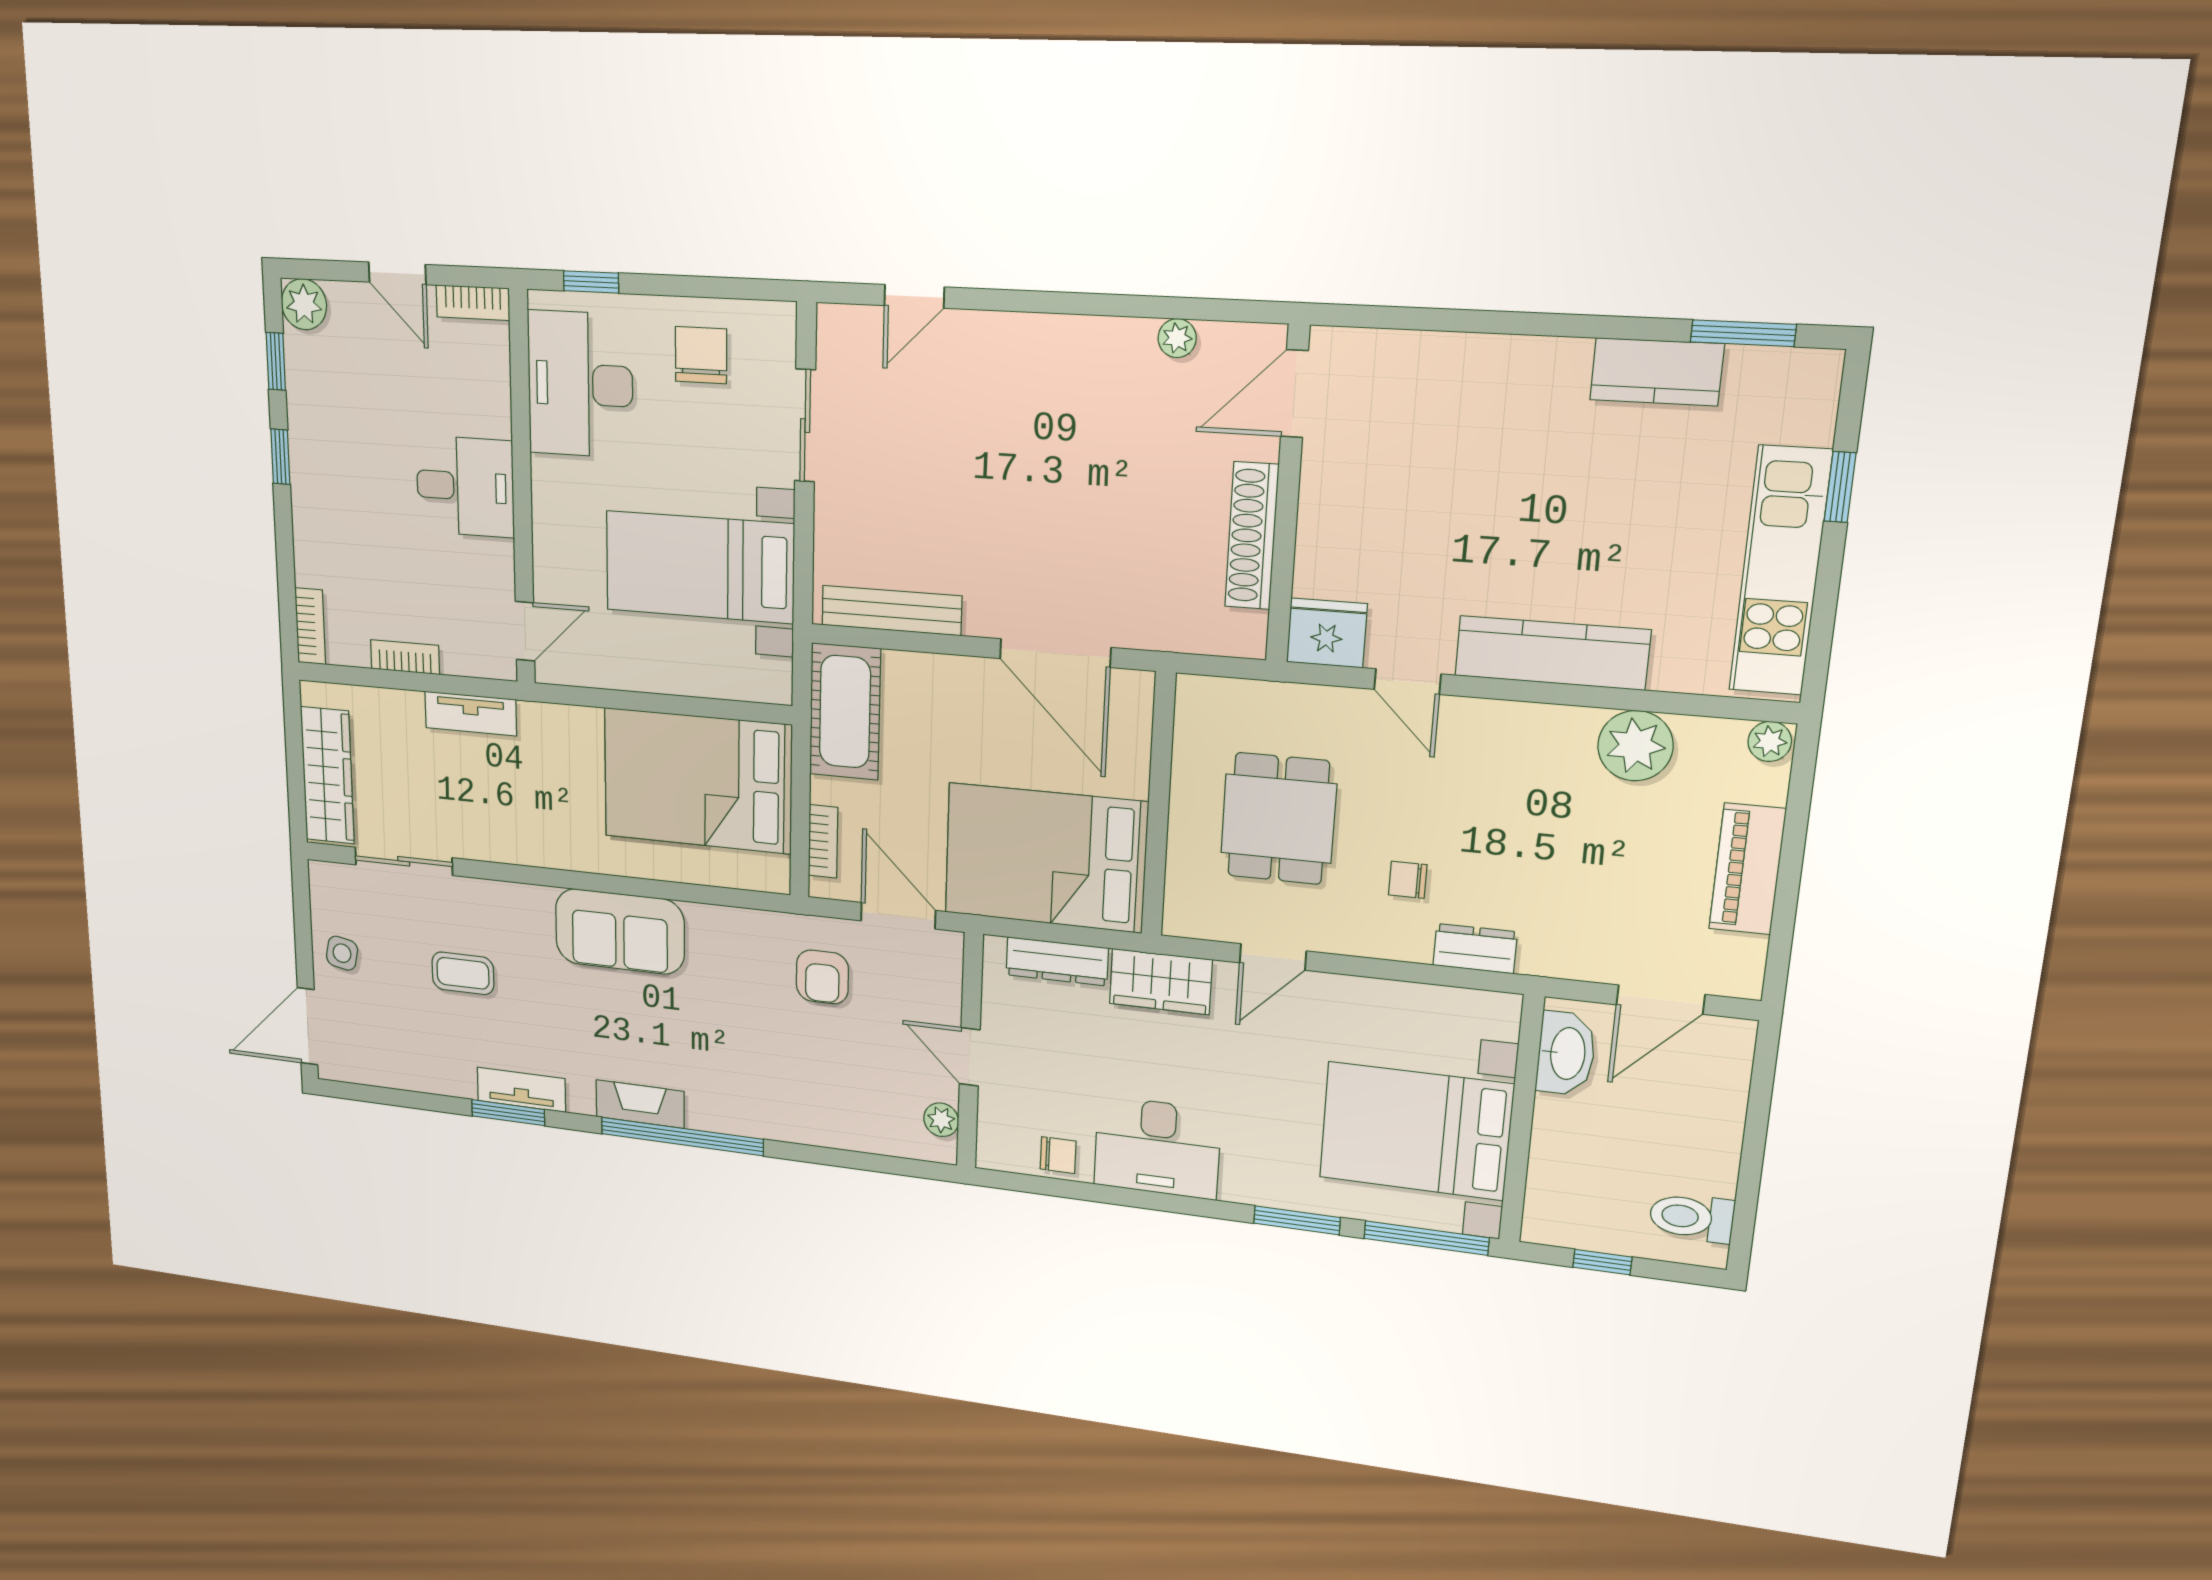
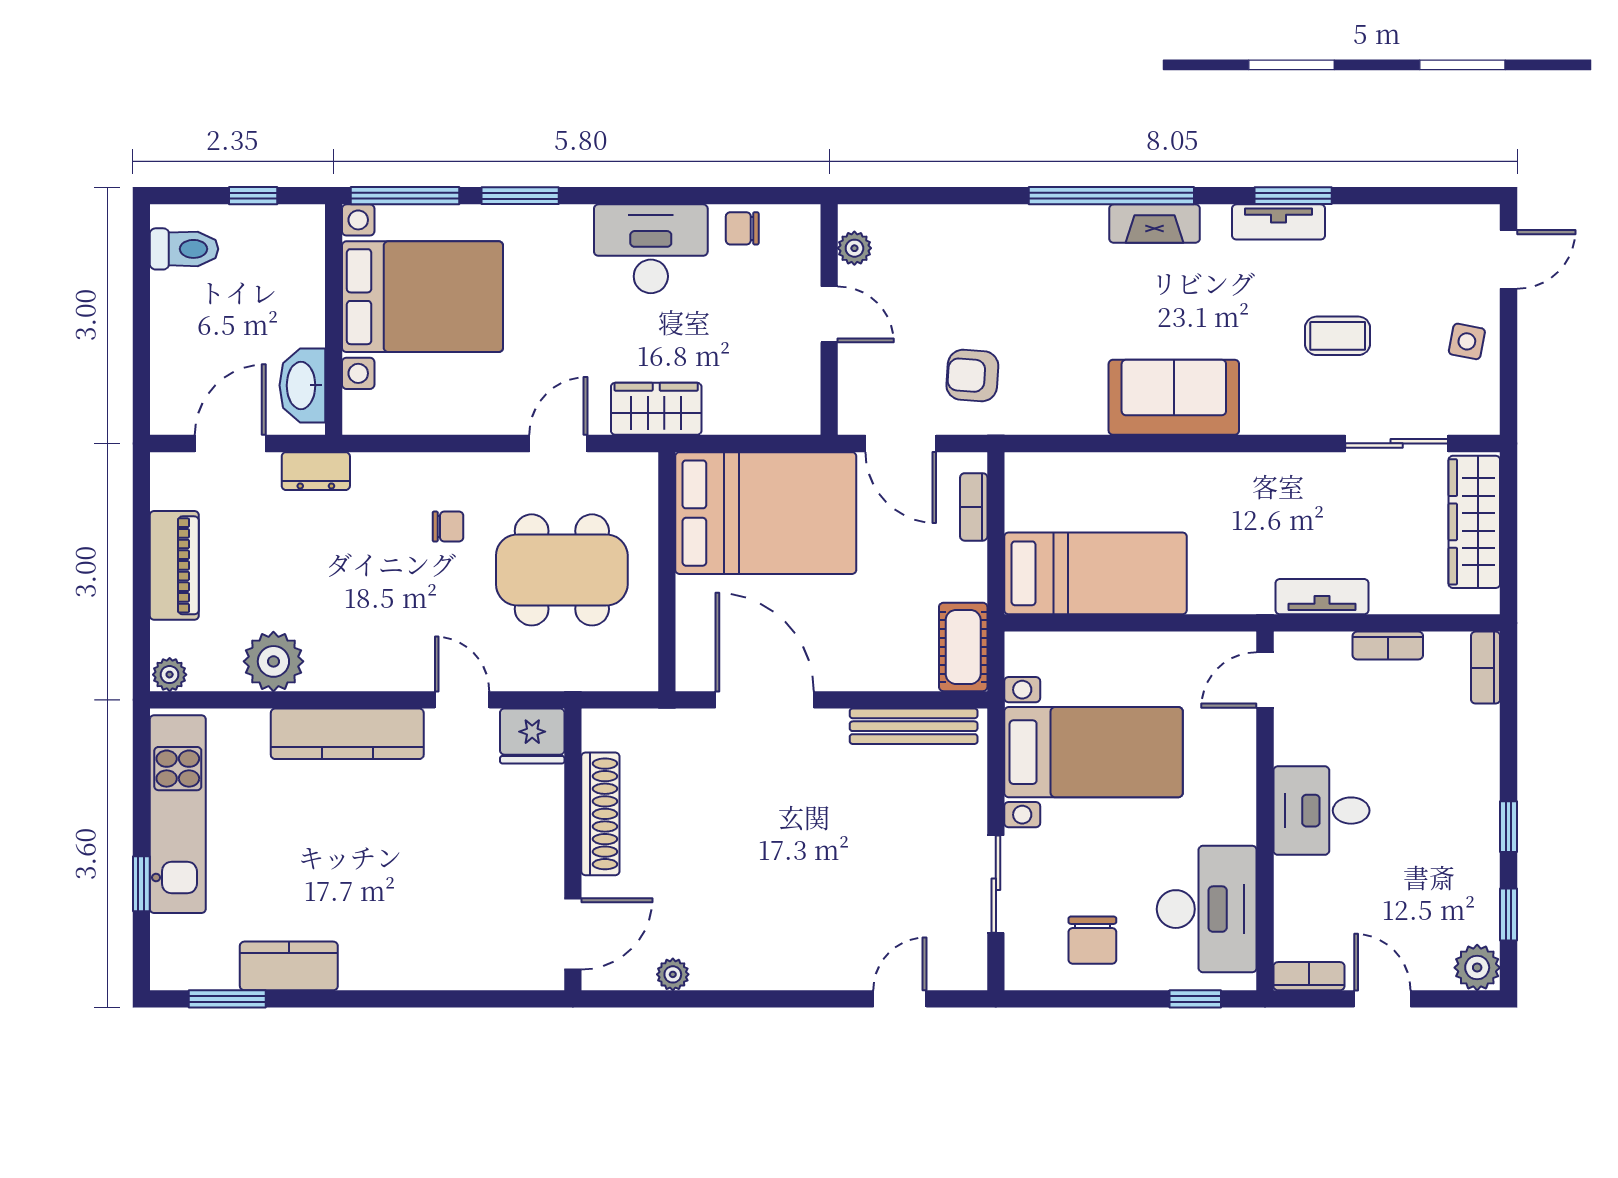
cot: (845, 712) -> (963, 647), width x0.73, depth x0.75
bed: (698, 781) -> (1096, 573), width x0.67
dining table: (1278, 819) -> (562, 570), width x1.38
dresser: (1475, 949) -> (316, 471), moved
dresser: (1057, 961) -> (751, 417), removed
armchair: (822, 977) -> (972, 376), turned -86
door: (308, 1026) -> (1509, 259), width x0.73

